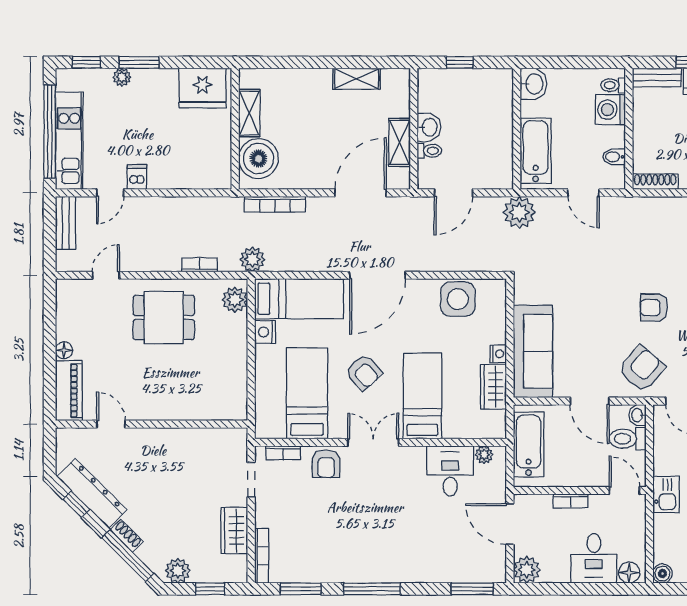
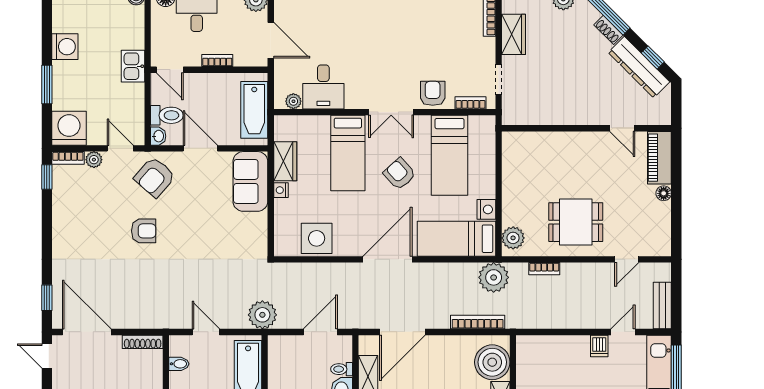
plant: (252, 259) -> (494, 277), width x1.36, depth x1.36
sofa: (533, 351) -> (250, 181), width x0.73

